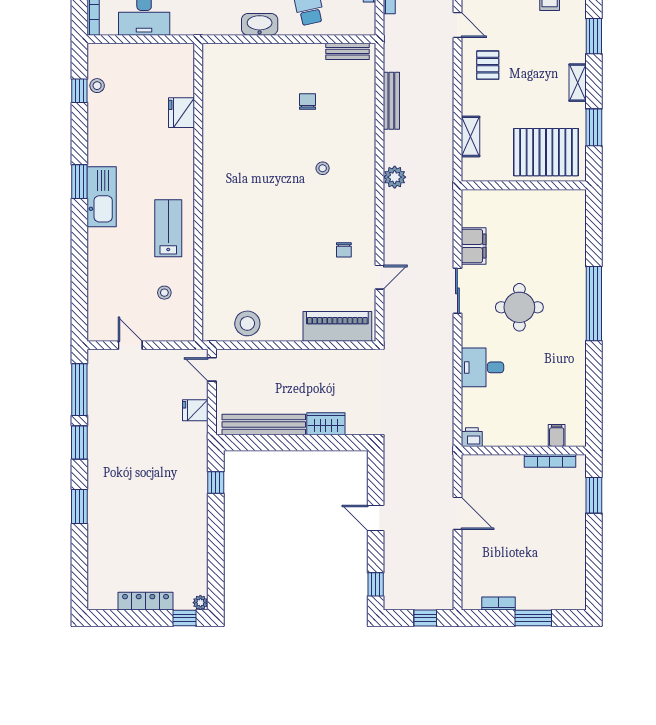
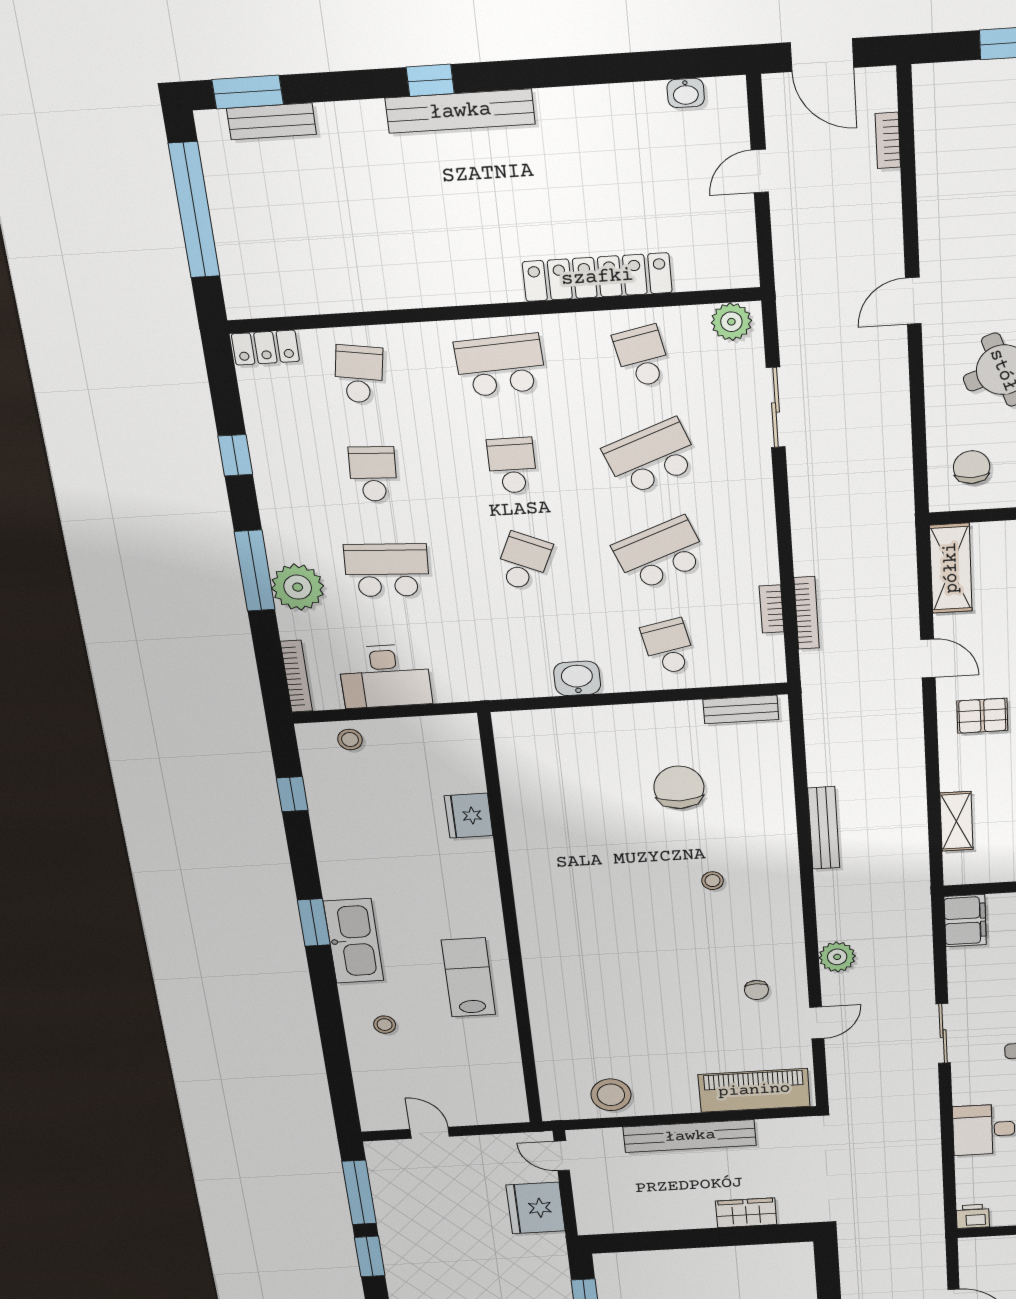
washbasin: (260, 24) -> (577, 678), width x0.72
pallet: (488, 65) -> (982, 716), turned 90
stool: (97, 86) -> (350, 740), moved
bench: (391, 101) -> (824, 828), moved
chair: (308, 102) -> (679, 787), width x1.87, depth x1.87
plant: (395, 177) -> (837, 957), moved
filing cabinet: (474, 246) -> (965, 921), moved
stool: (164, 293) -> (385, 1025), moved
fridge: (195, 410) -> (536, 1208), width x1.88, depth x1.34
bench: (264, 424) -> (690, 1136), moved

